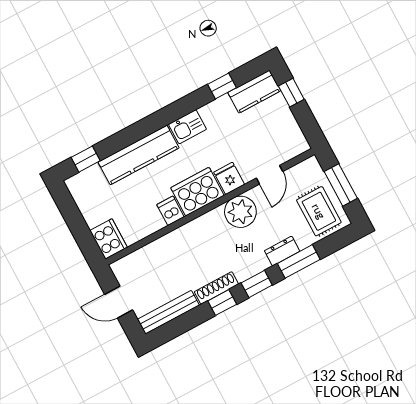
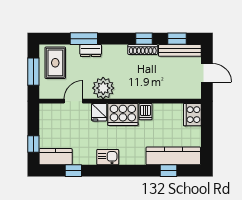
kitchen counter: (139, 155) -> (173, 156), moved
window: (86, 159) -> (169, 171), moved
window: (257, 284) -> (177, 39), moved

